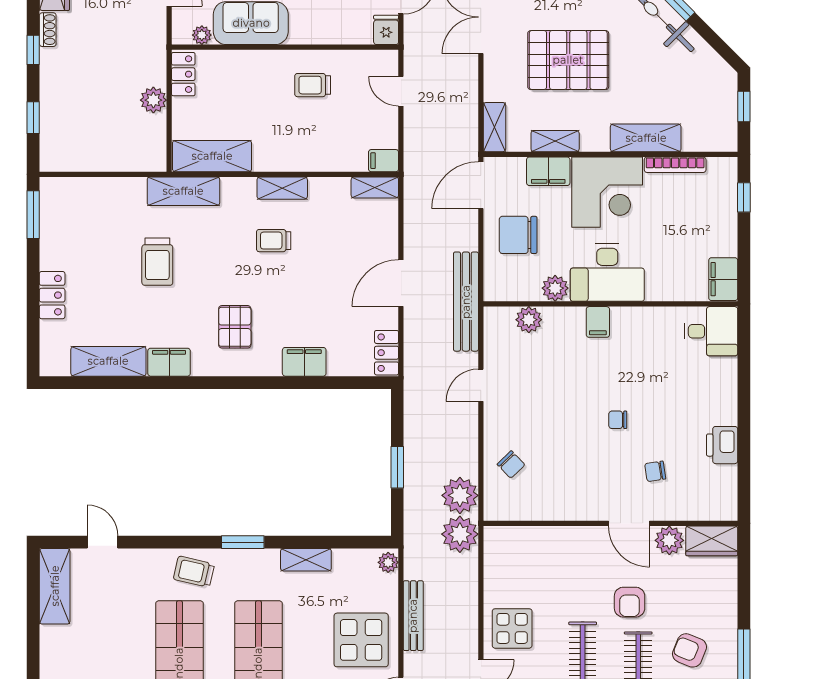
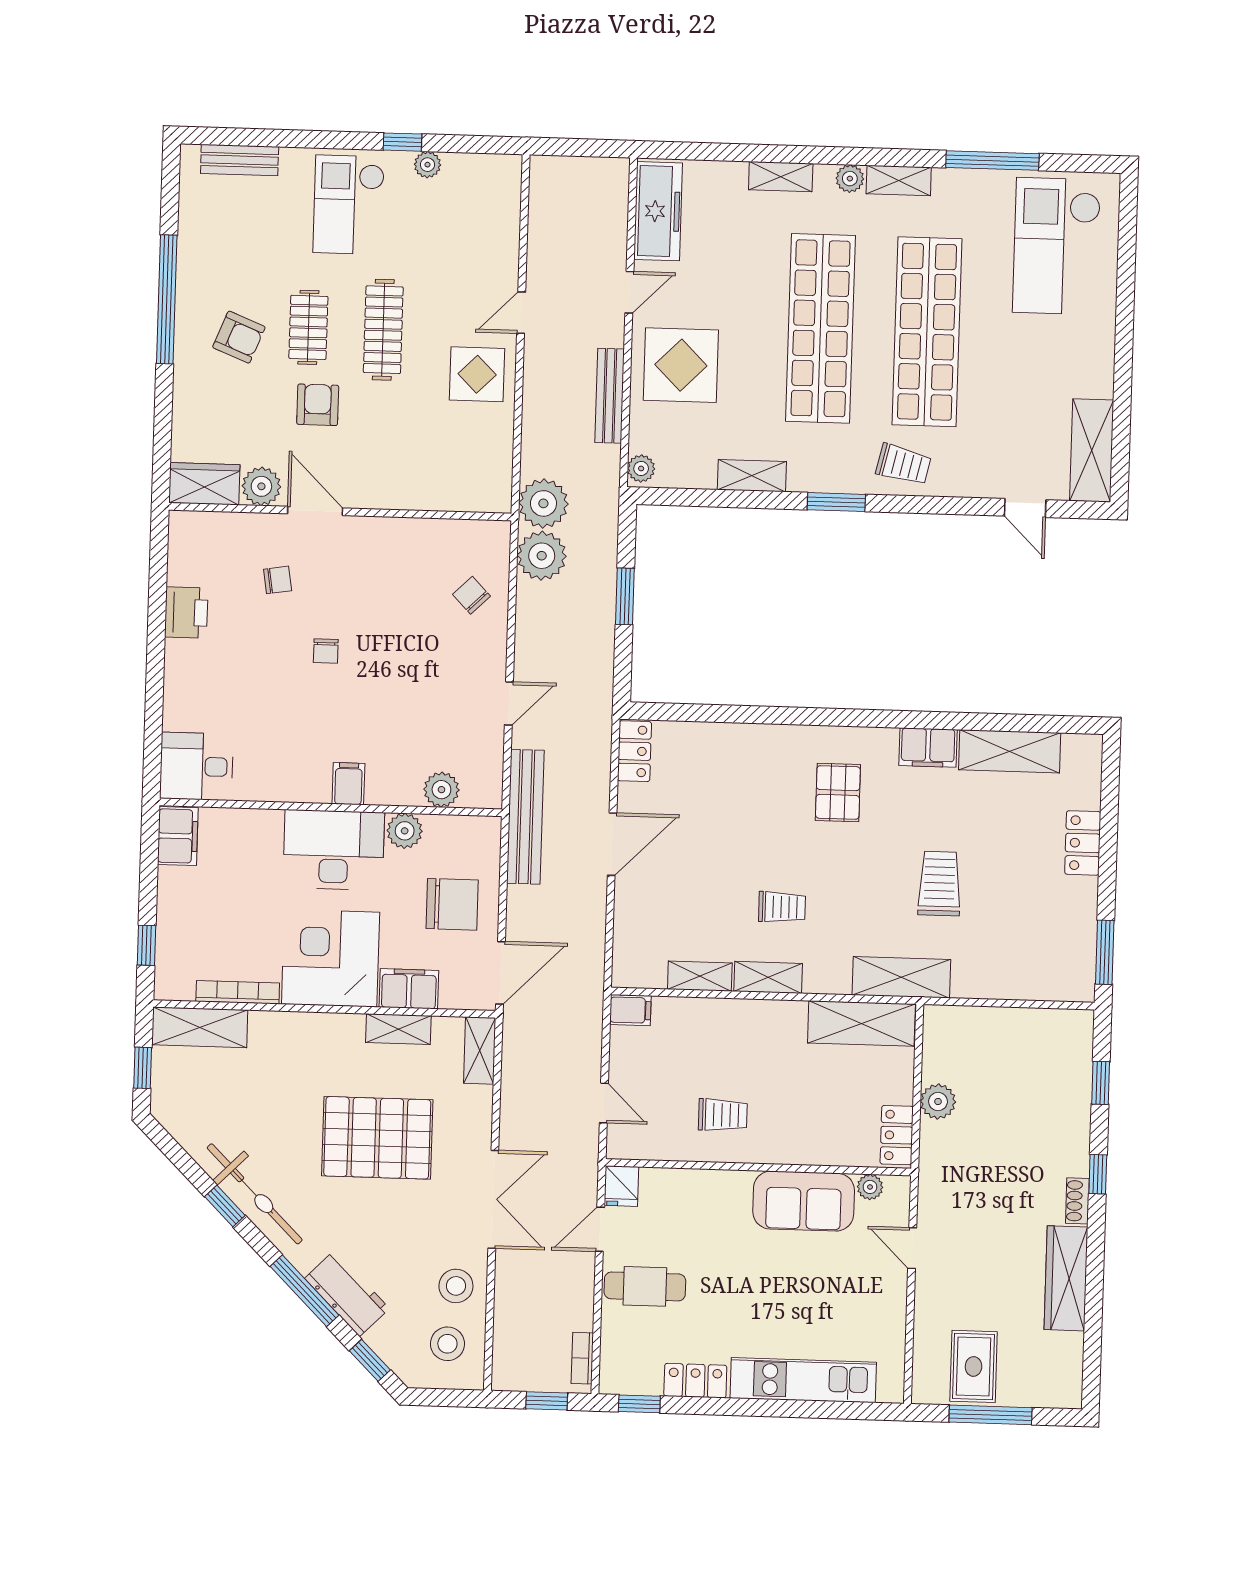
shelving: (646, 138) -> (200, 1027), moved
shelving: (375, 187) -> (700, 976), moved
filing cabinet: (304, 362) -> (746, 742), removed
chair: (618, 420) -> (326, 651), turned 90

